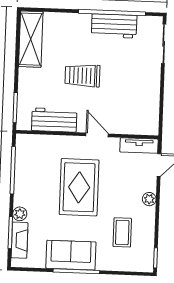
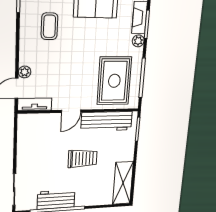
workbench: (54, 120) -> (107, 121), width x1.38
door: (97, 135) -> (71, 111), hinge flipped
rug: (79, 187) -> (114, 81), moved
plant: (149, 199) -> (25, 72), moved

